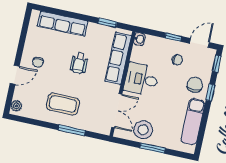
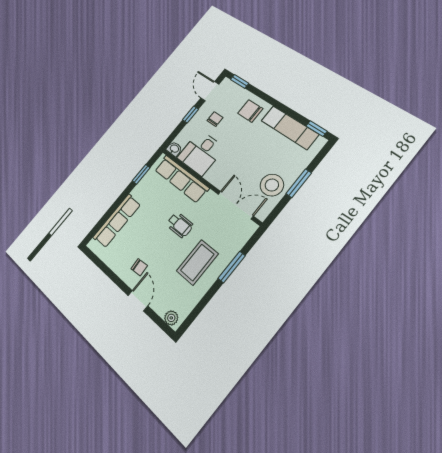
wheelchair: (79, 63) -> (180, 225), moved
desk: (142, 79) -> (201, 153), moved
window: (210, 93) -> (317, 129), moved

